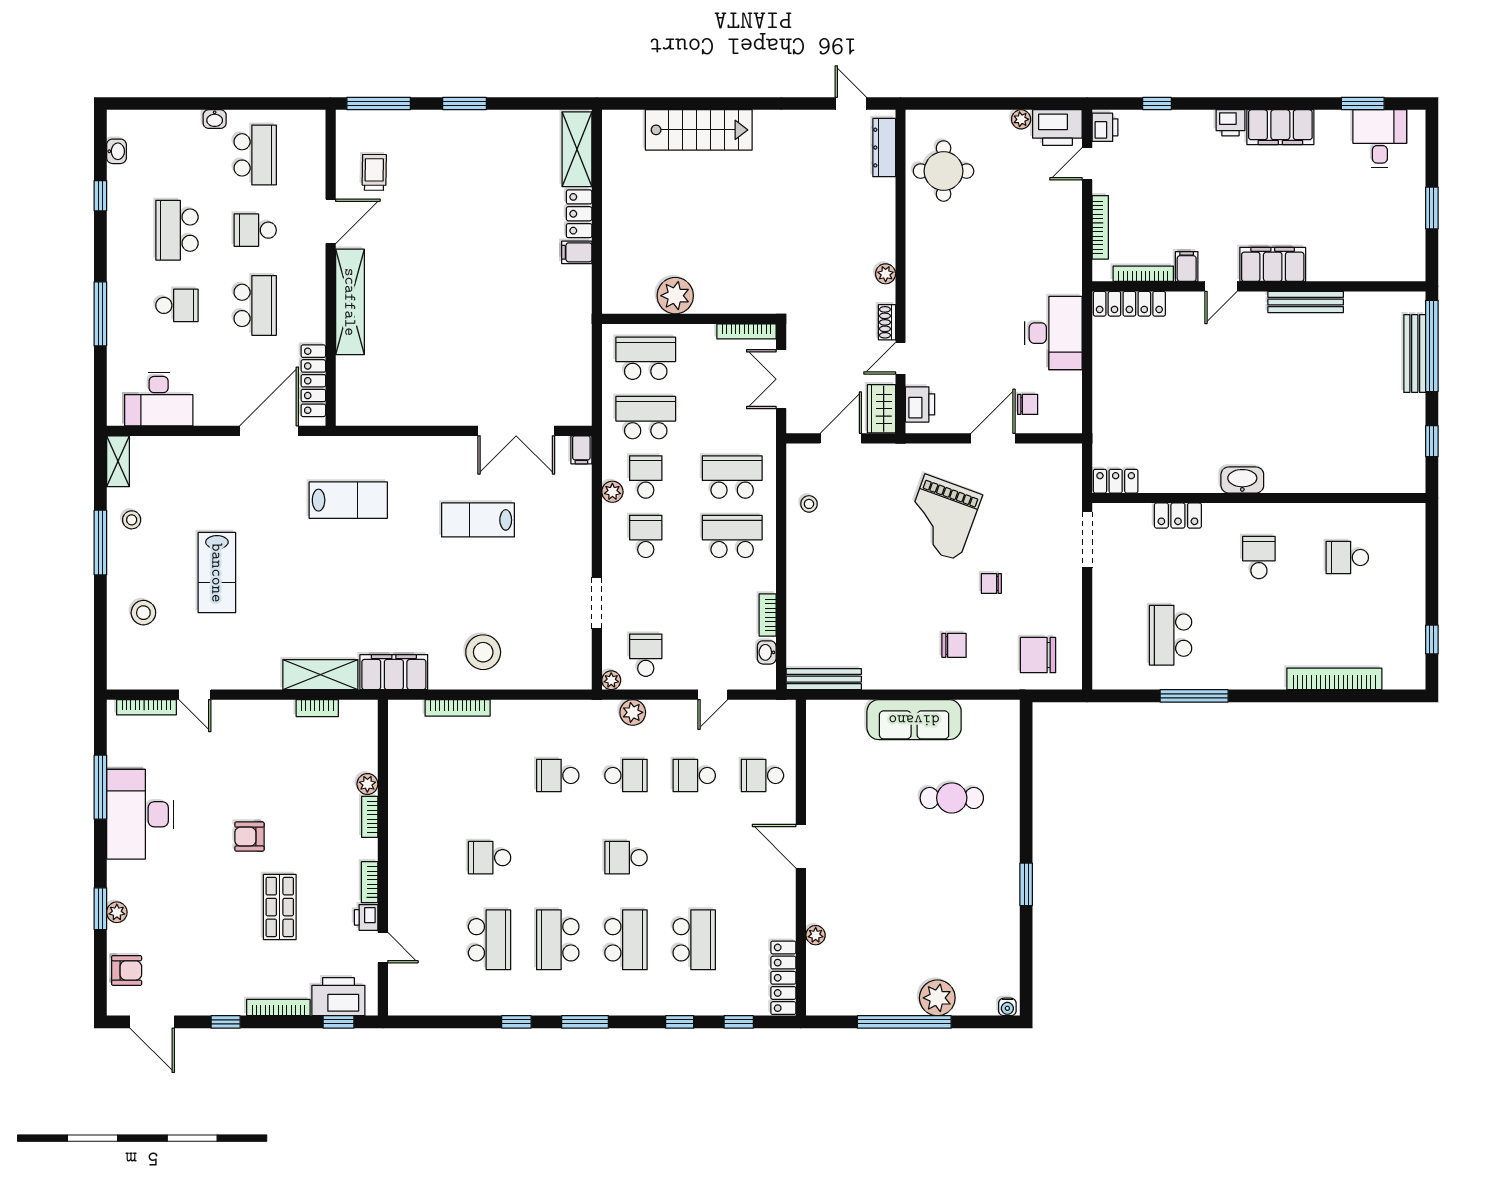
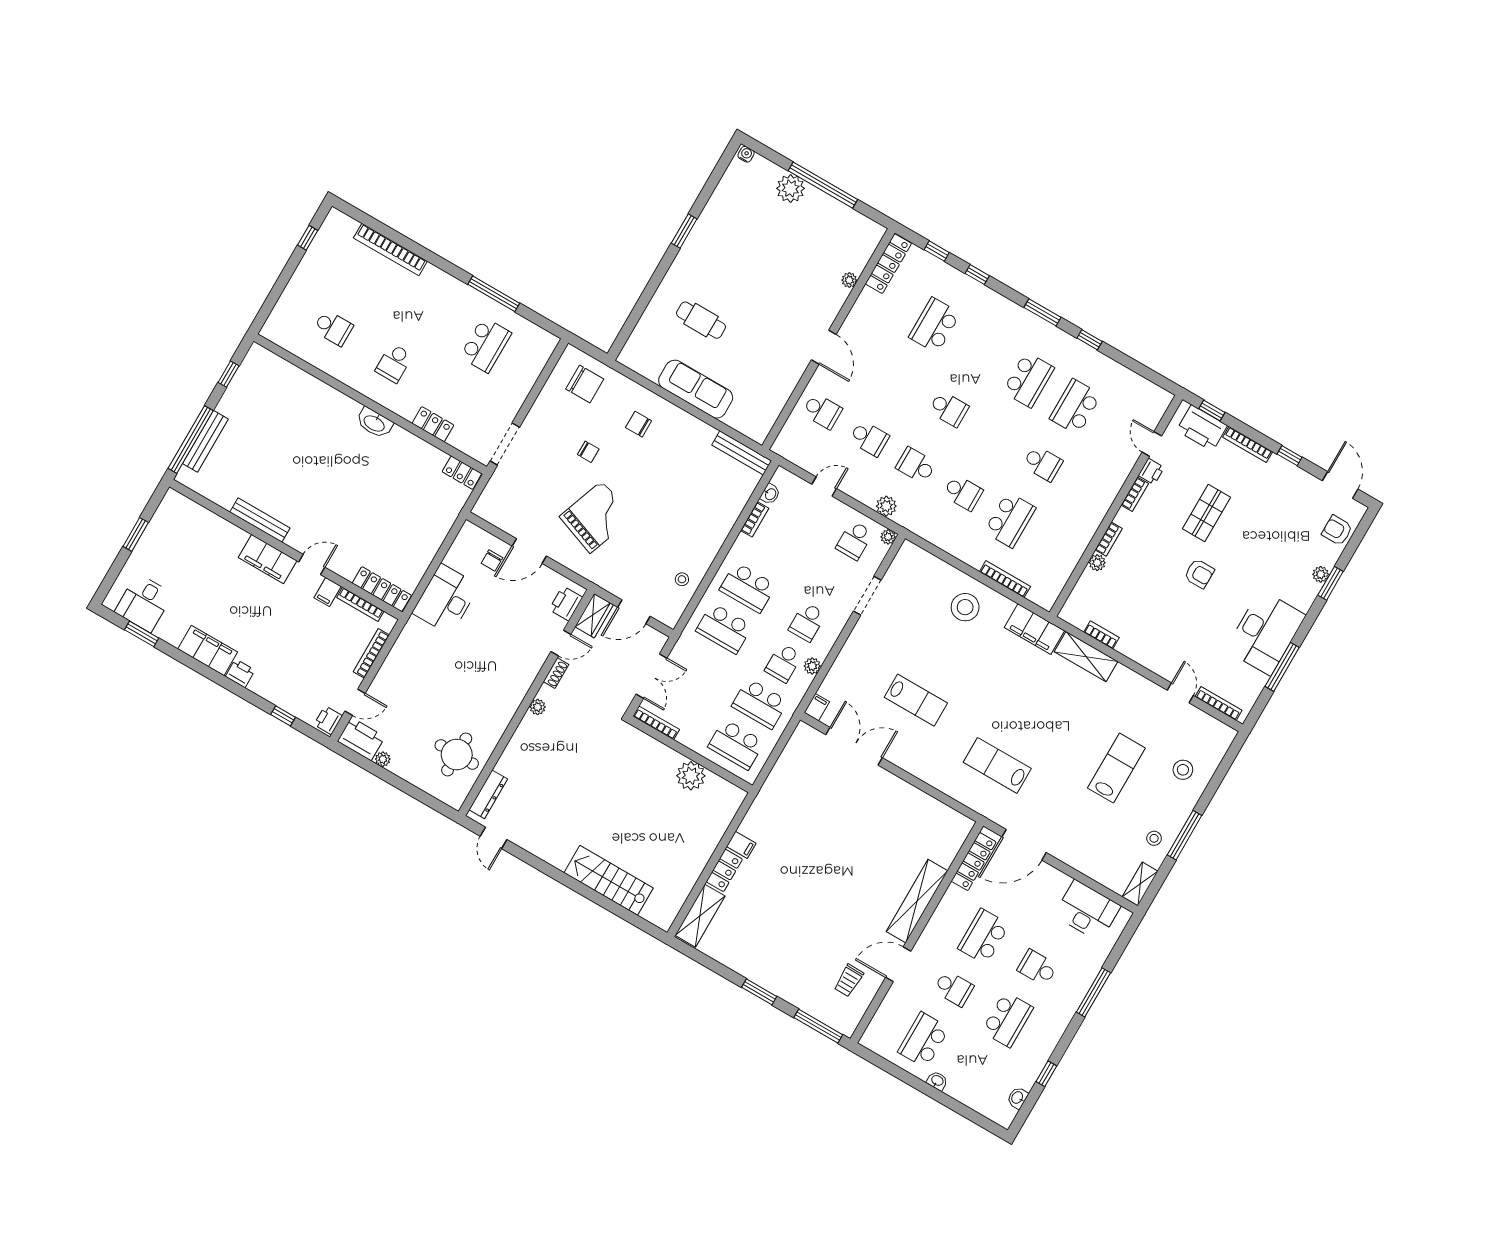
chair: (1028, 404) -> (492, 560), turned -90
school desk: (626, 940) -> (1010, 520), moved, turned 180

